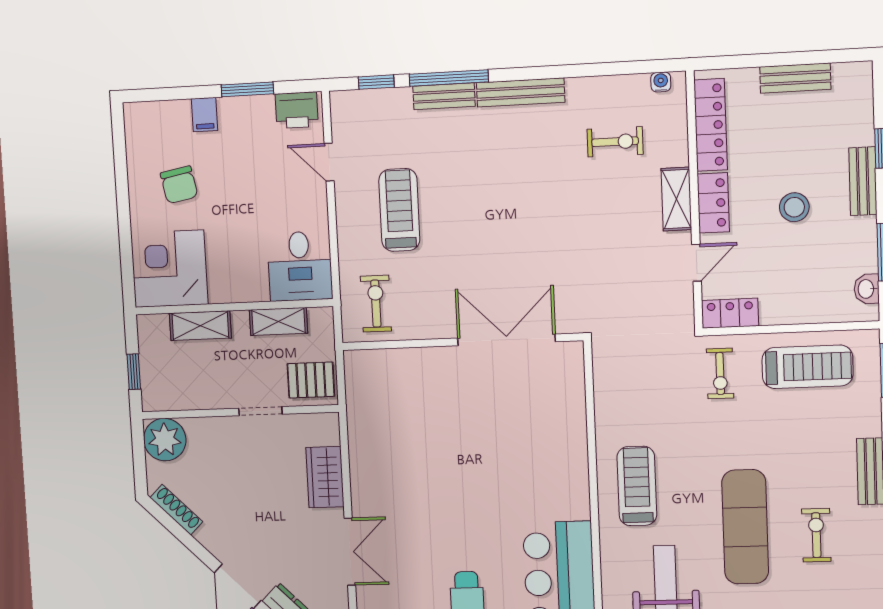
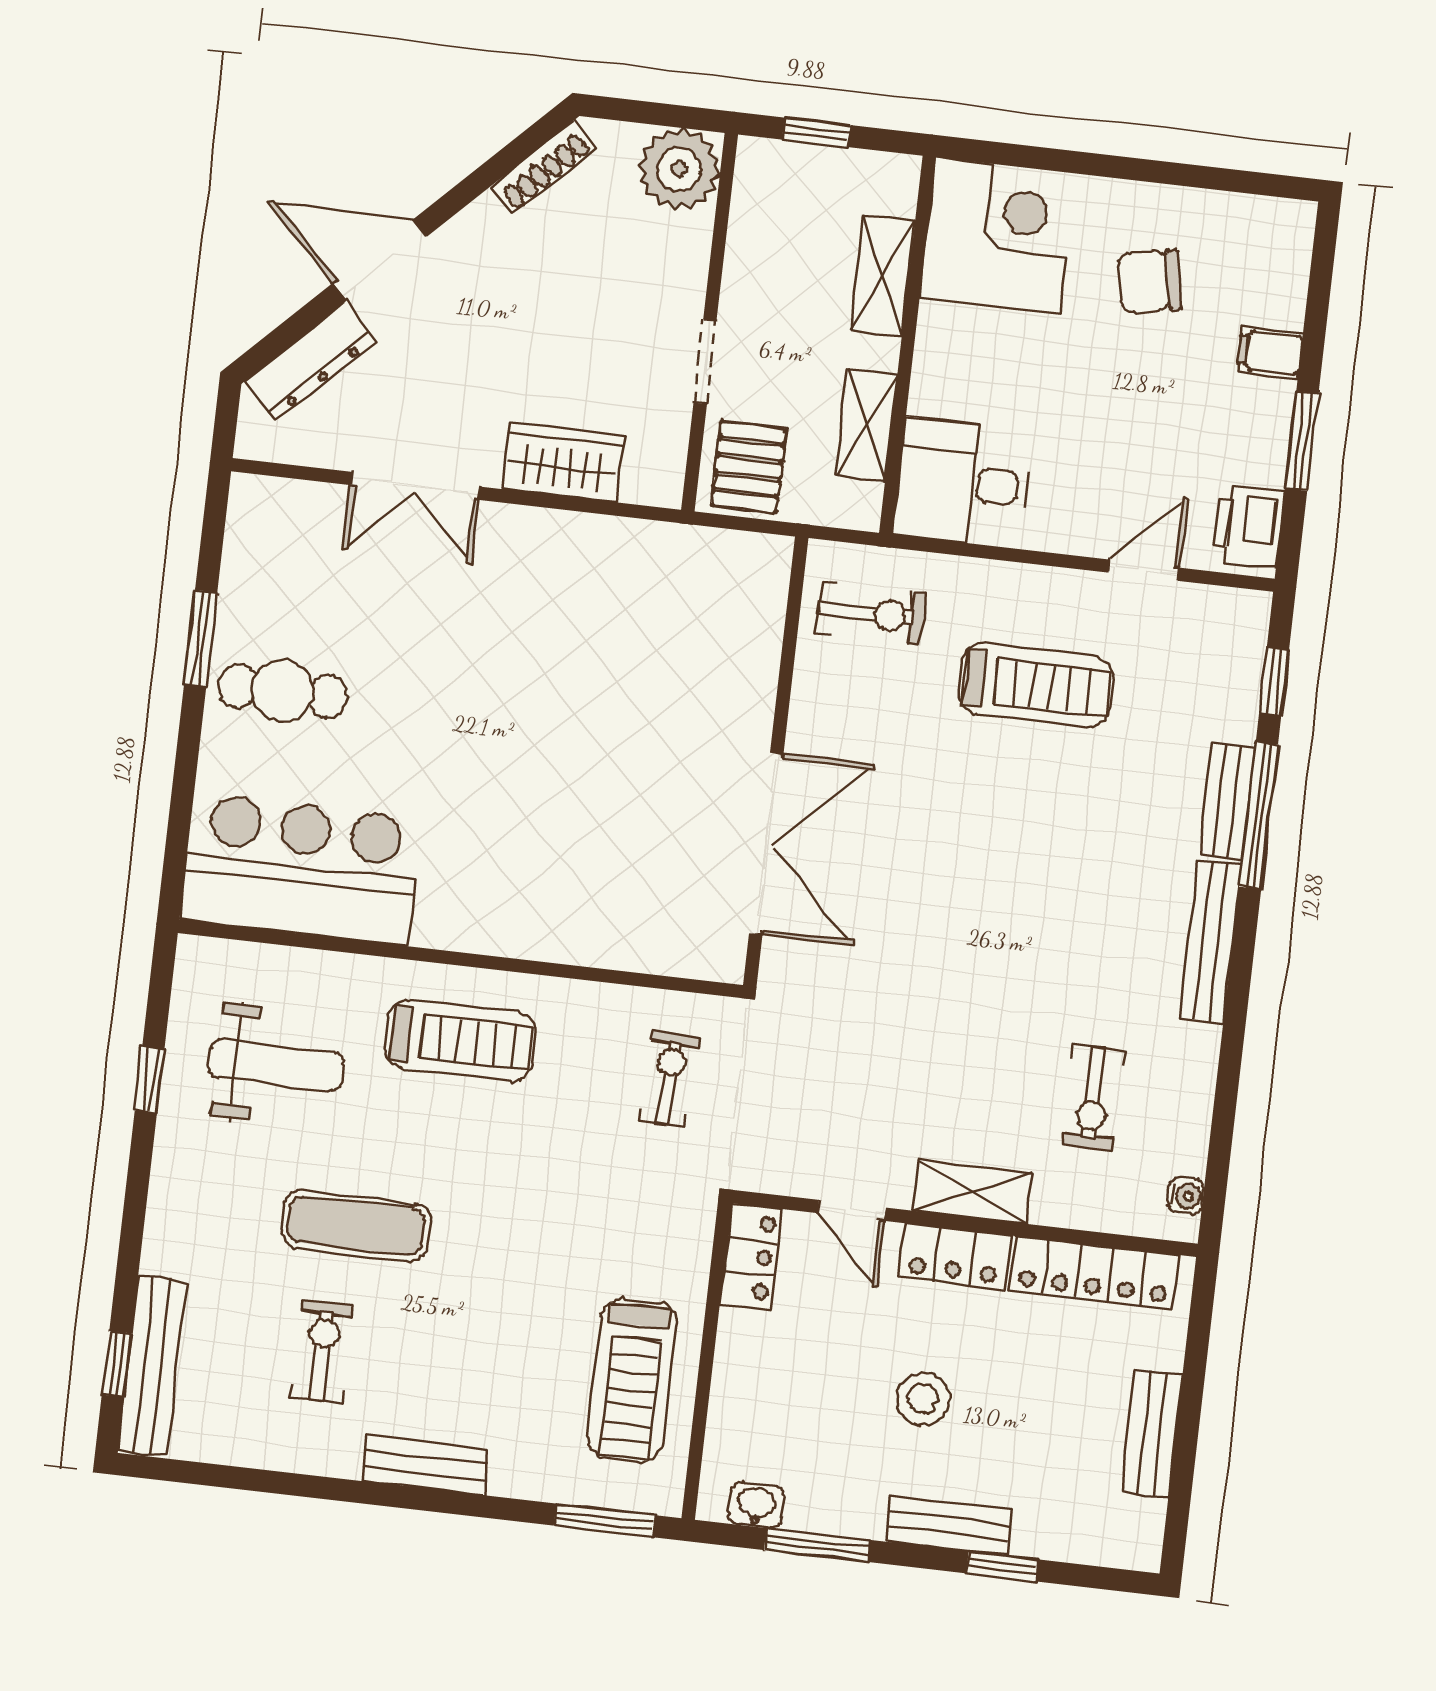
exercise bike: (720, 374) -> (669, 1079), moved, turned 93
exercise mat: (745, 527) -> (356, 1225), width x0.73, depth x0.69
exercise bike: (816, 535) -> (322, 1351), turned -90

